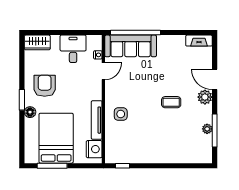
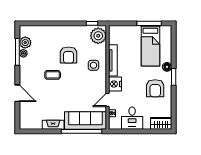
fireplace: (199, 41) -> (53, 125), moved
plant: (205, 97) -> (25, 43), moved
armchair: (151, 127) -> (69, 55), added
bed: (56, 138) -> (150, 46), width x0.67
nightstand: (94, 149) -> (115, 84), moved
plant: (115, 150) -> (98, 36), added

